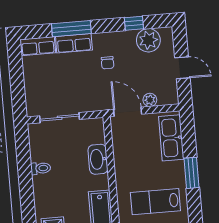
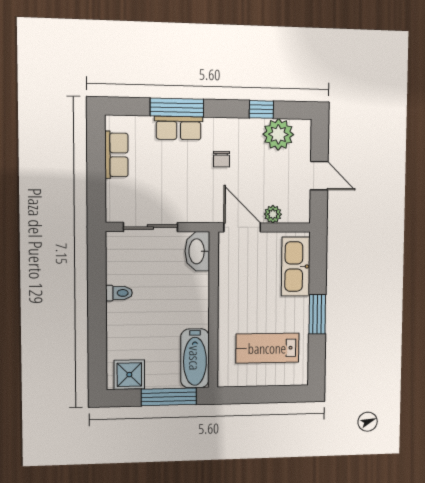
row of seats: (38, 46) -> (116, 155), moved, turned -90
washbasin: (98, 159) -> (197, 251), moved

